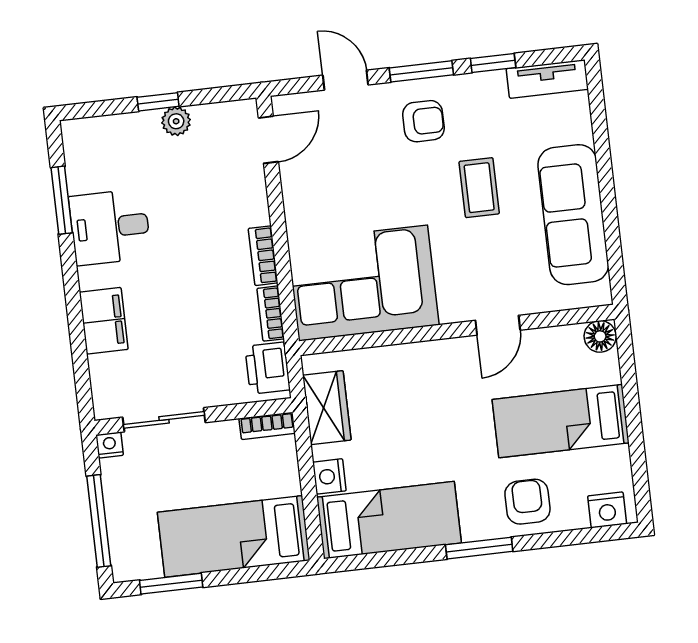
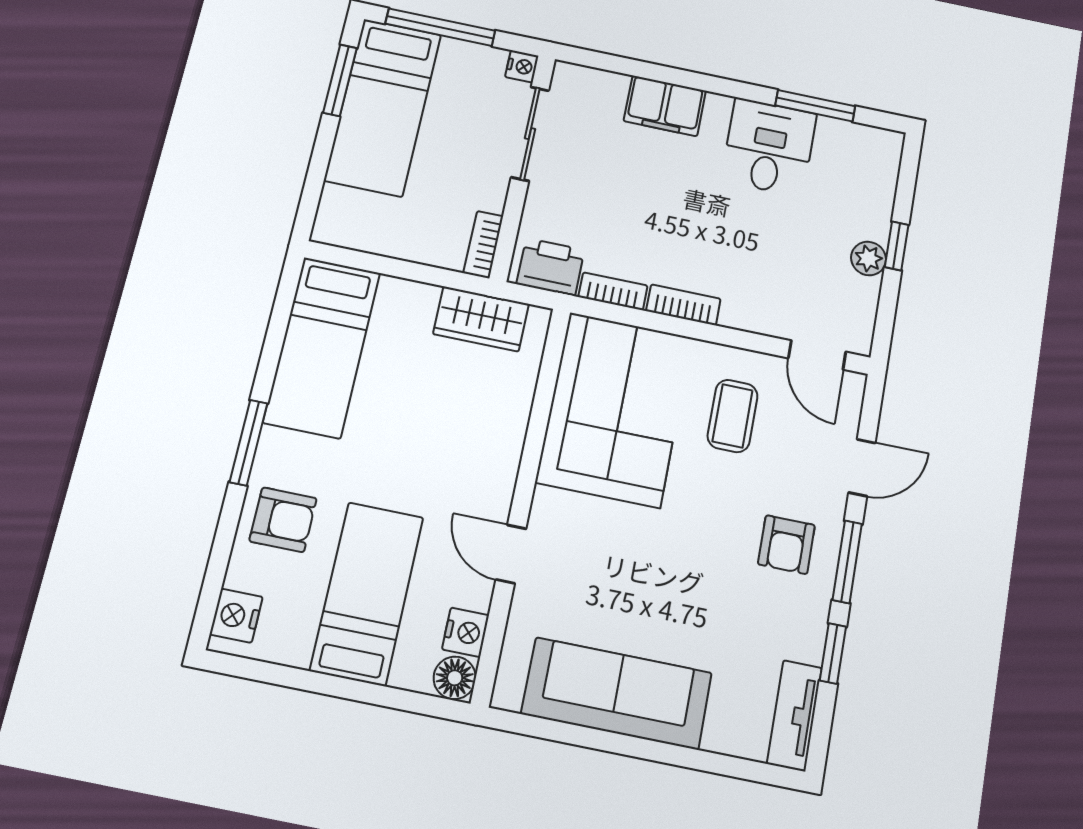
coffee table: (479, 188) -> (733, 416), moved, turned 90
nightstand: (329, 476) -> (466, 632), moved, turned 90
bed: (234, 536) -> (383, 107), moved, turned 180

